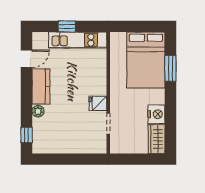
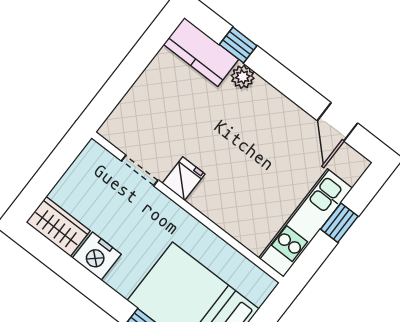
kitchen counter: (41, 87) -> (201, 52), moved
window: (27, 135) -> (238, 45), moved

